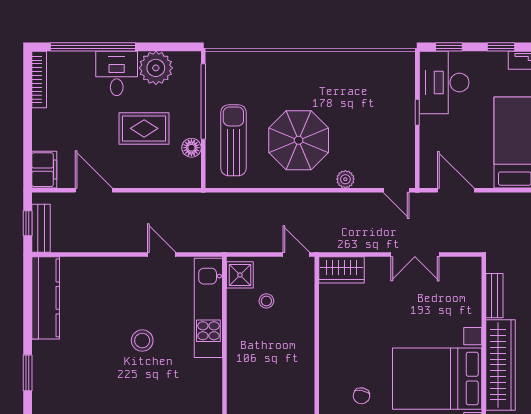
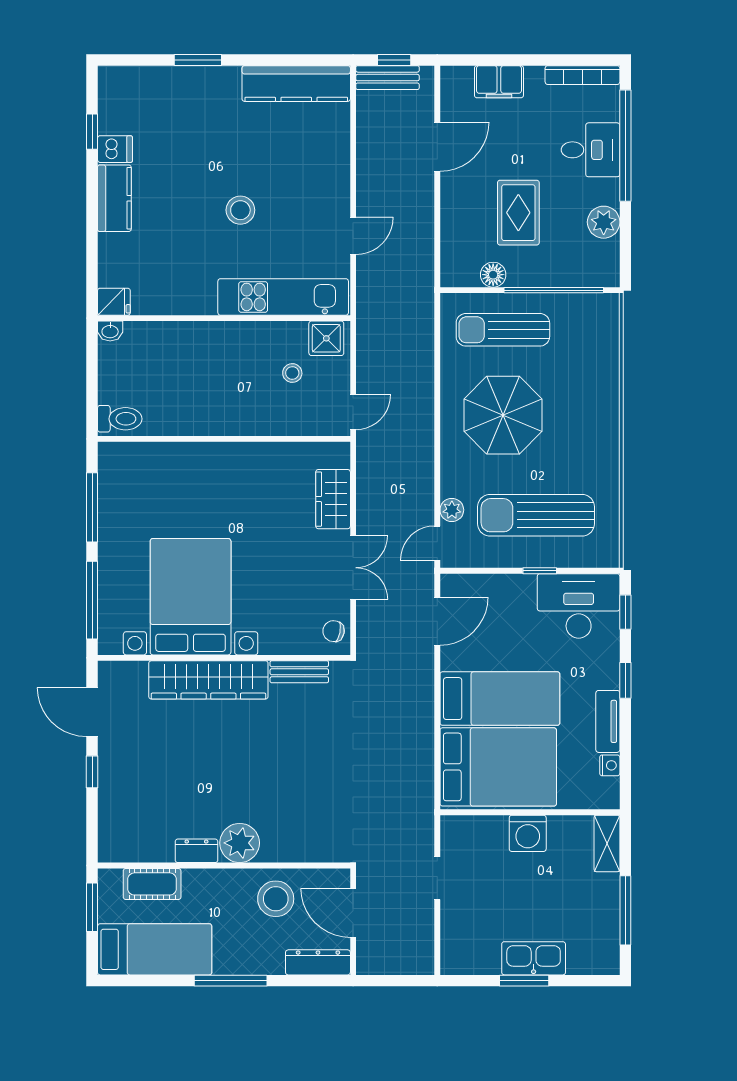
plant: (156, 68) -> (604, 222), width x0.73, depth x0.73
desk: (117, 73) -> (591, 150), moved
sun lounger: (375, 115) -> (536, 515), added
sun lounger: (233, 140) -> (503, 330), turned 180
filing cabinet: (44, 170) -> (499, 82), moved
plant: (345, 179) -> (452, 510), moved
double door: (415, 255) -> (353, 568), swing flipped
wardrobe: (341, 270) -> (333, 499), moved
chair: (361, 396) -> (334, 631), moved

